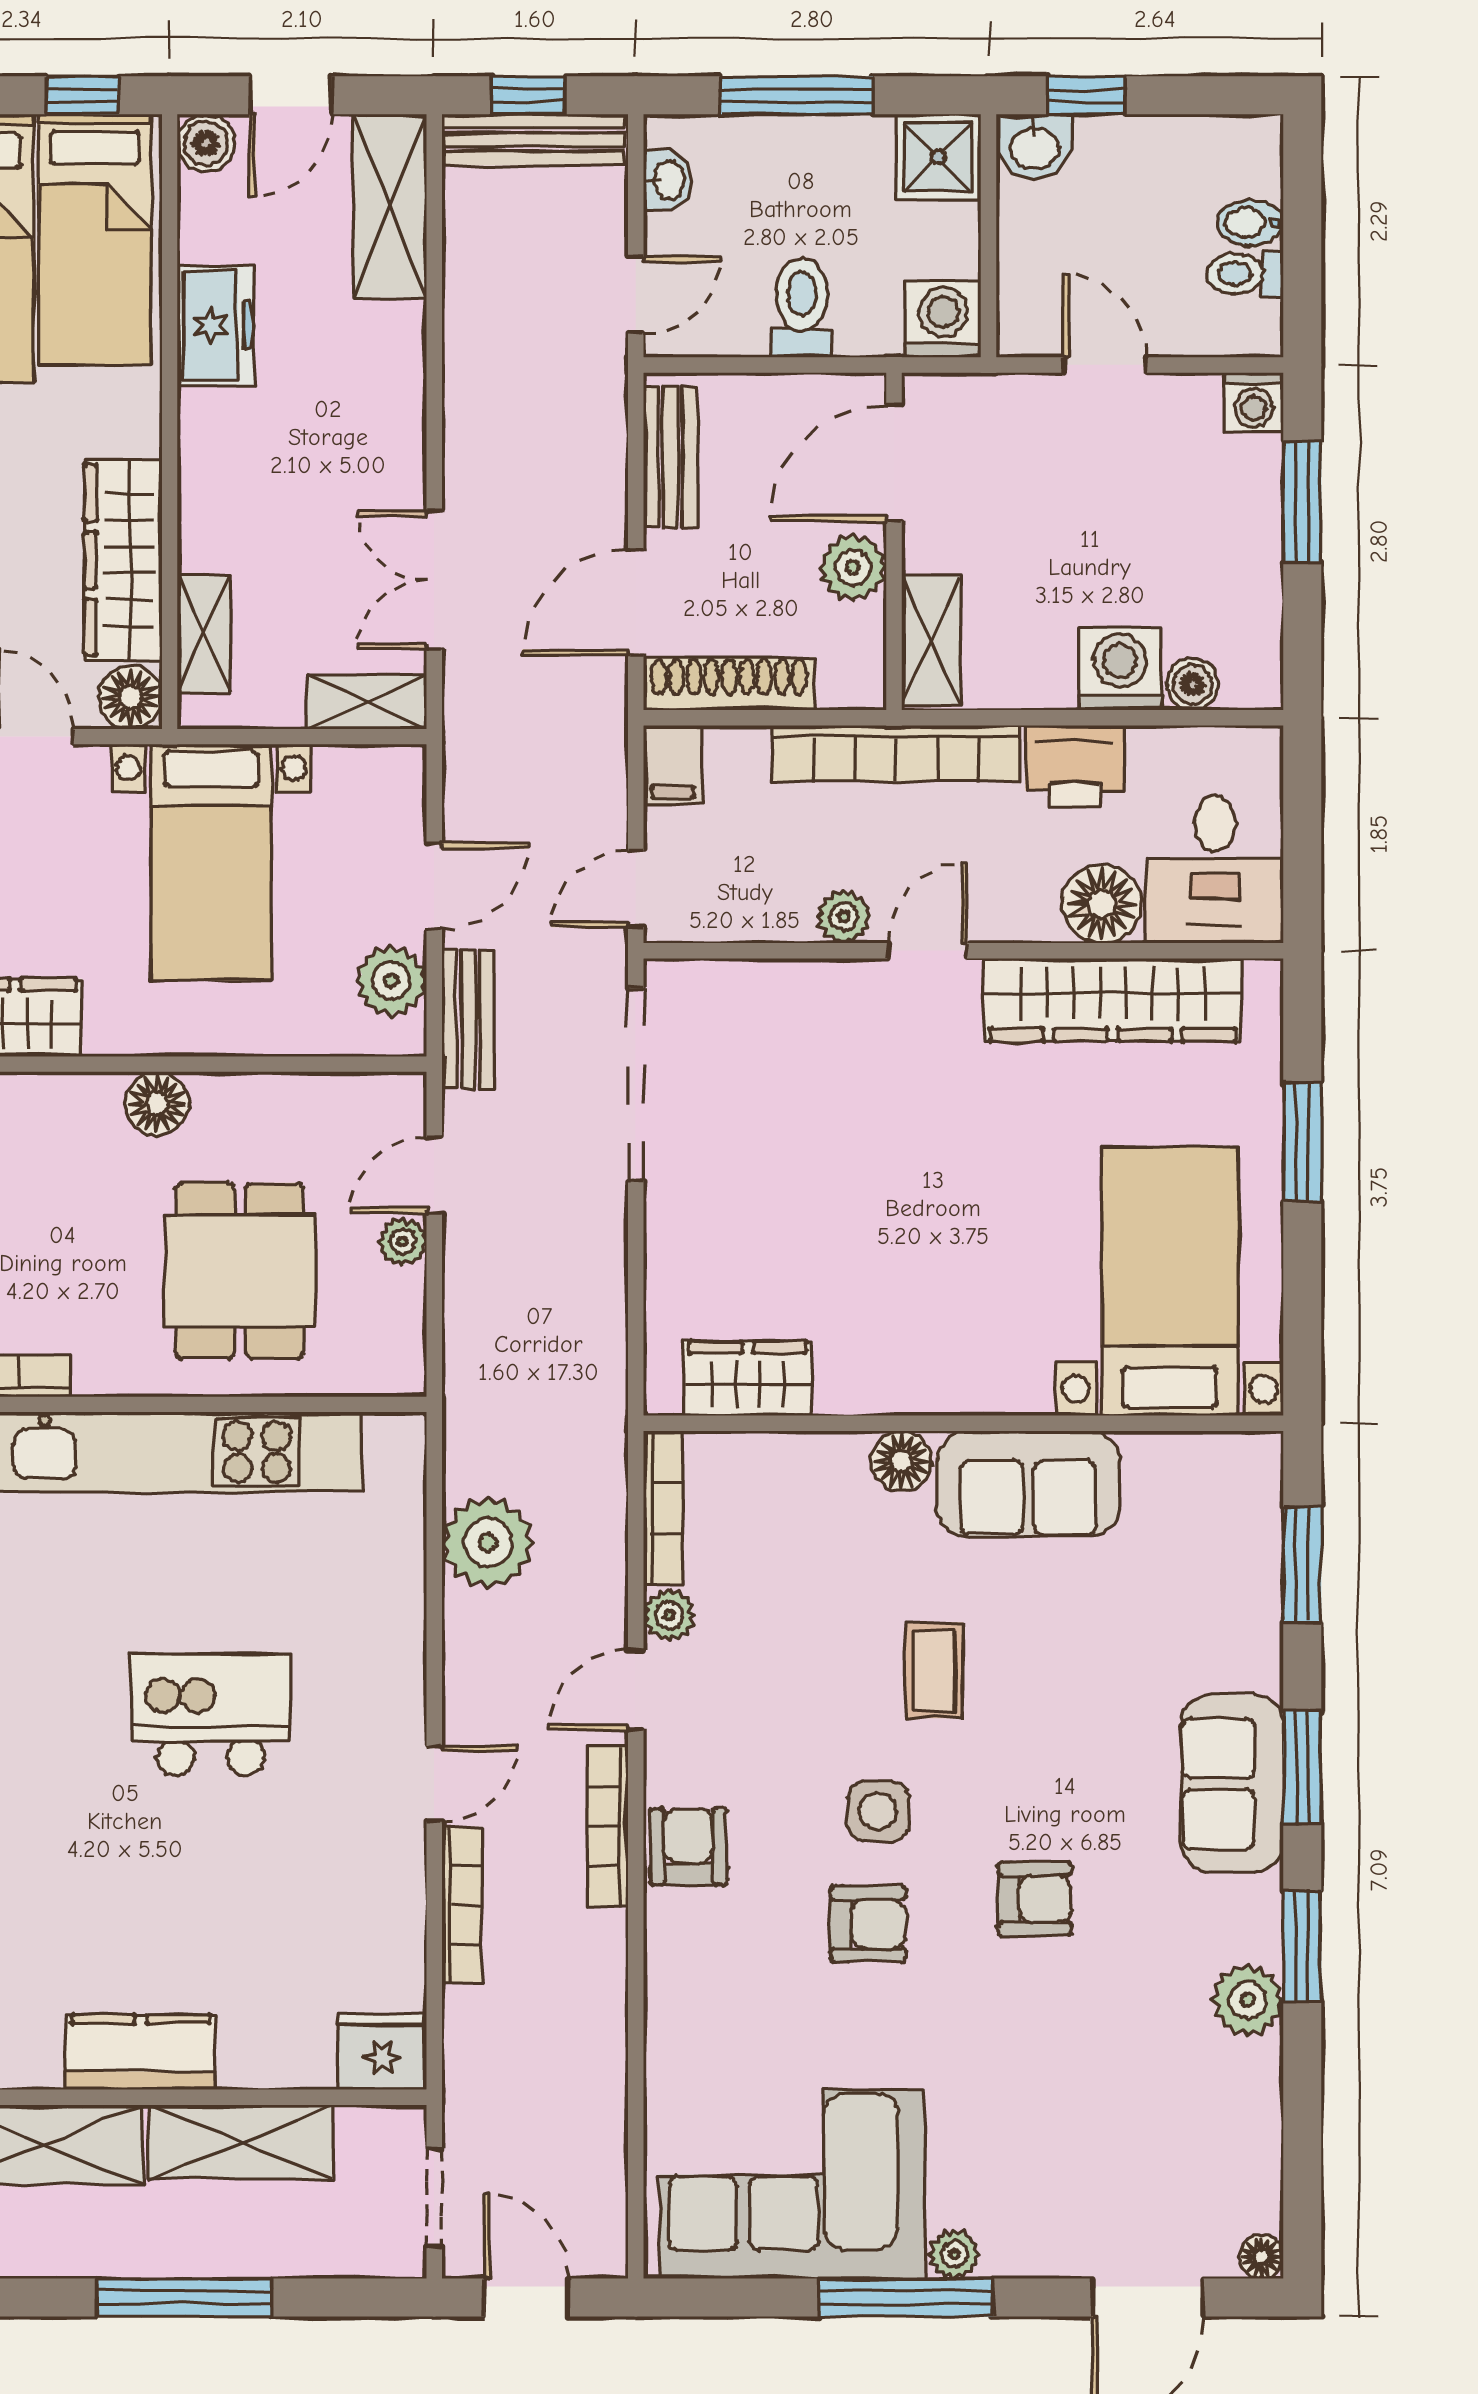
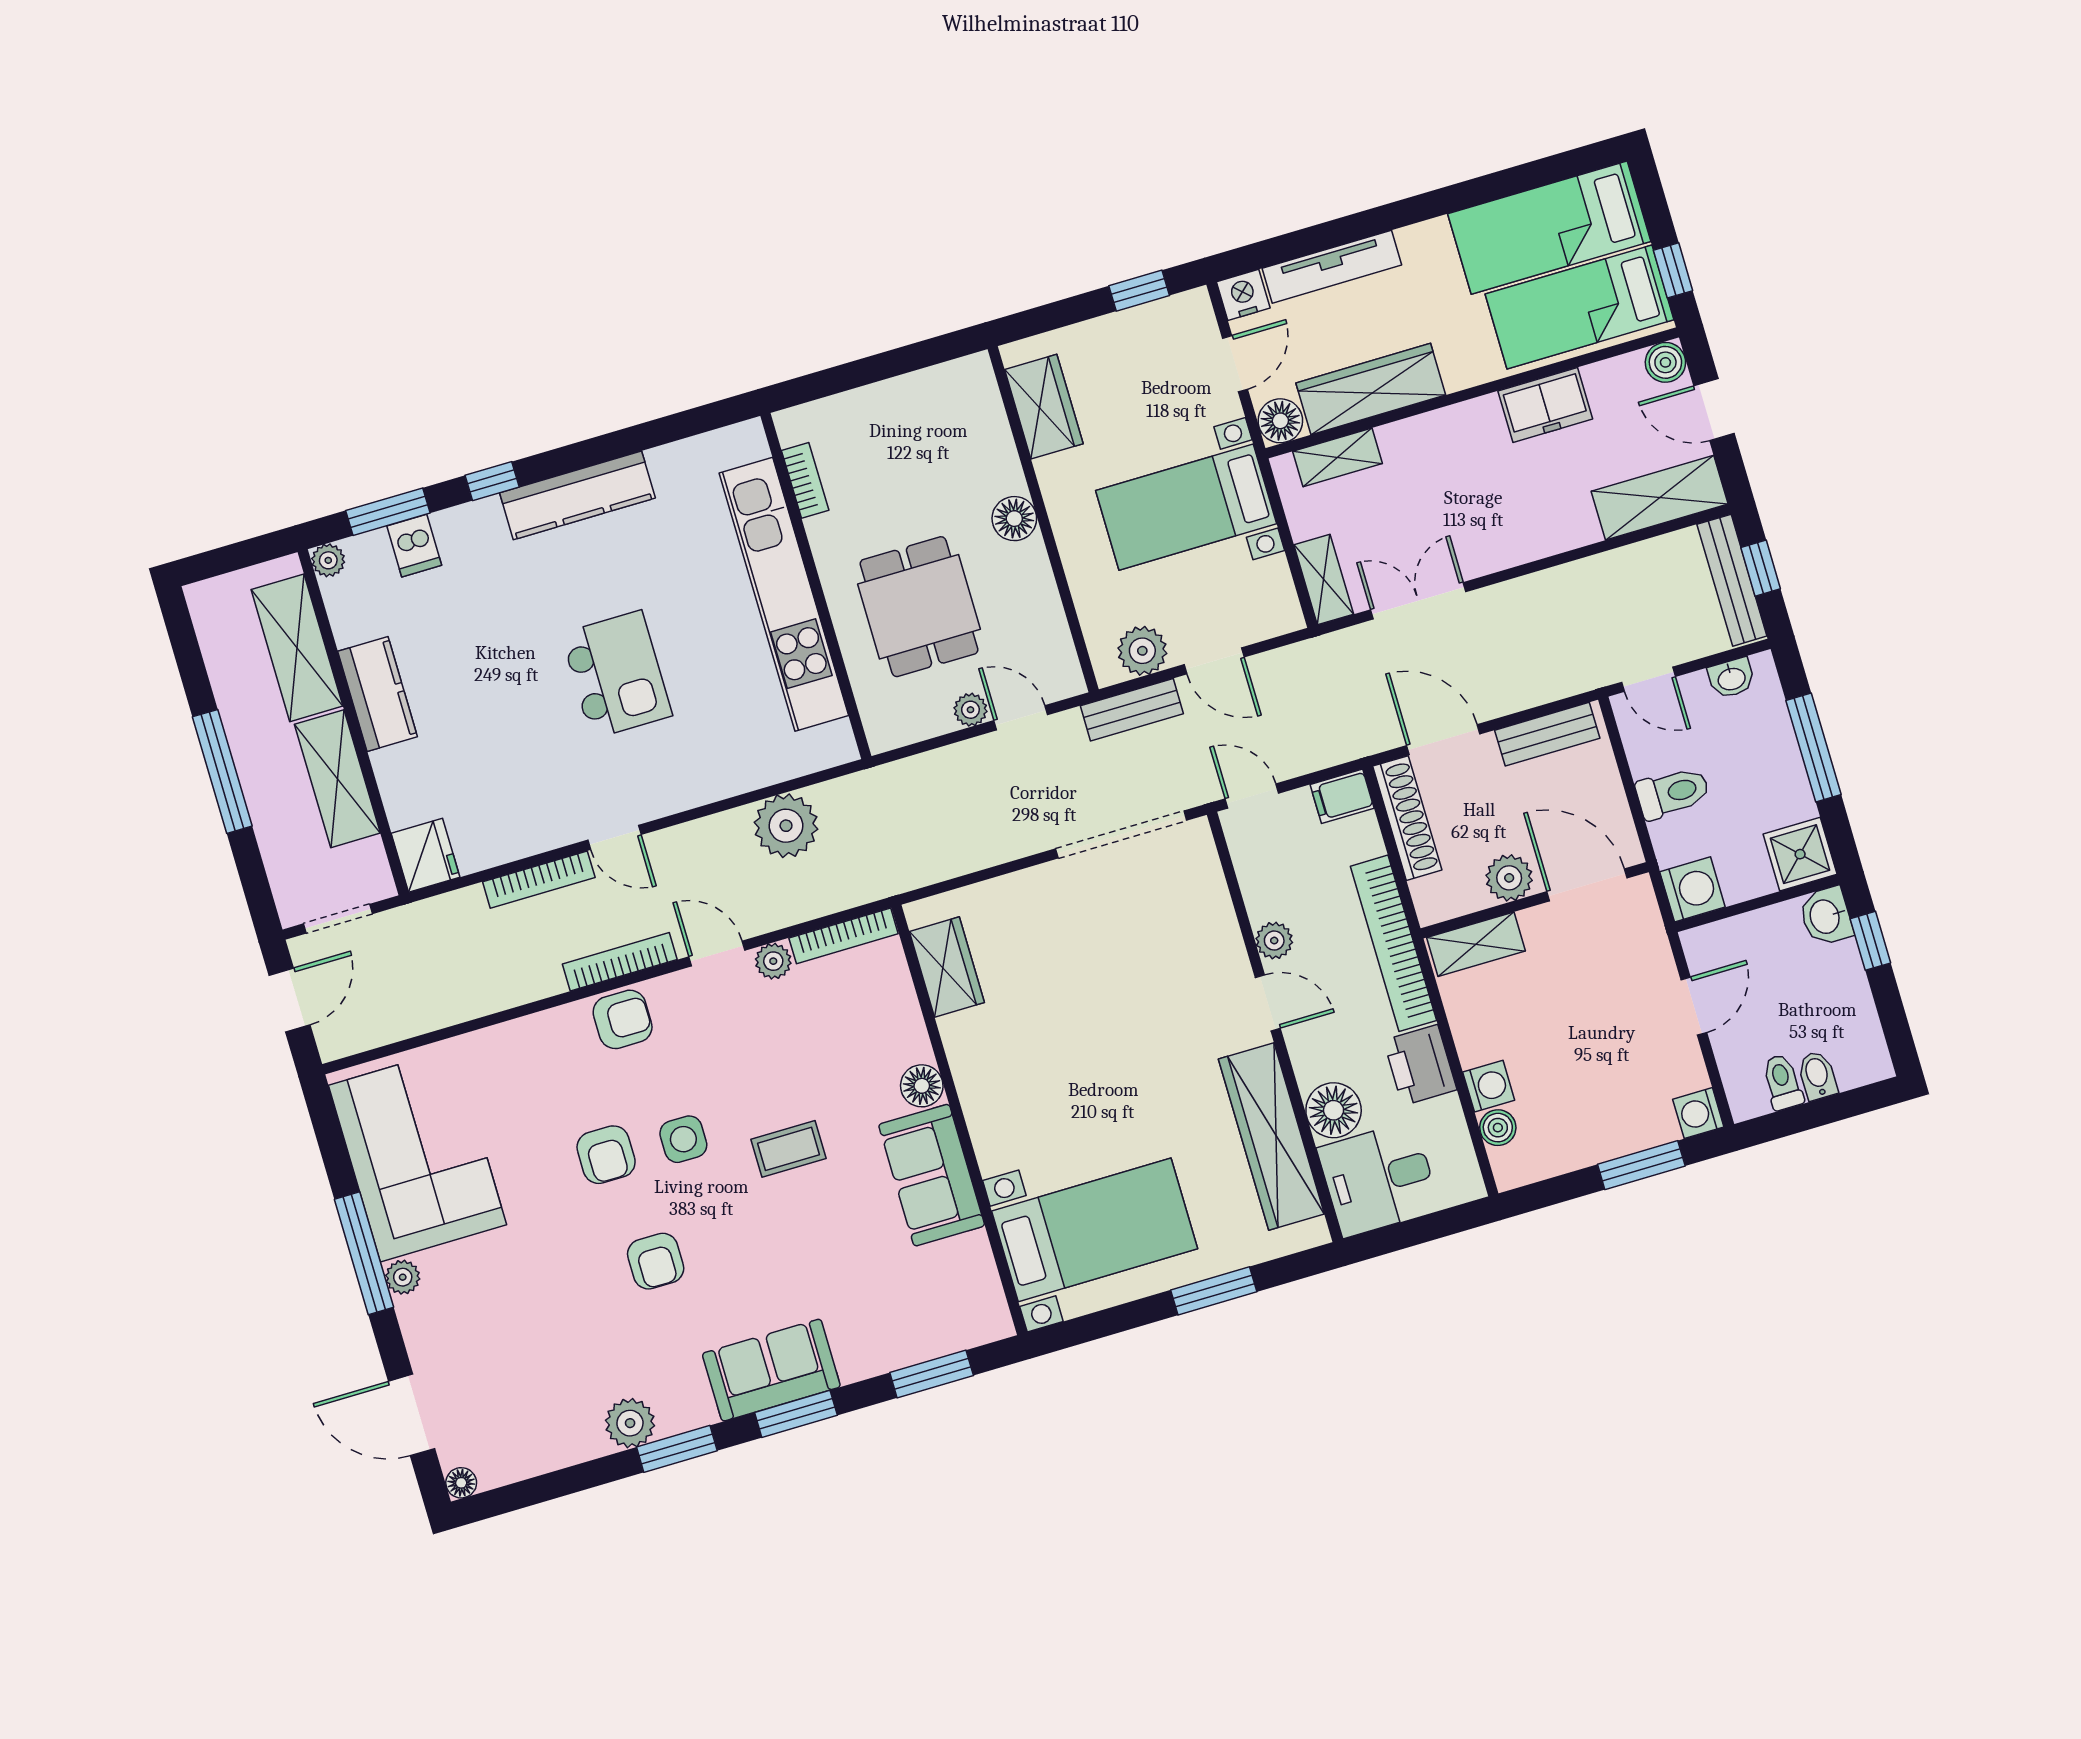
washing machine: (1120, 669) -> (1489, 1086), width x0.73, depth x0.73
dining table: (240, 1271) -> (919, 607), turned 90

